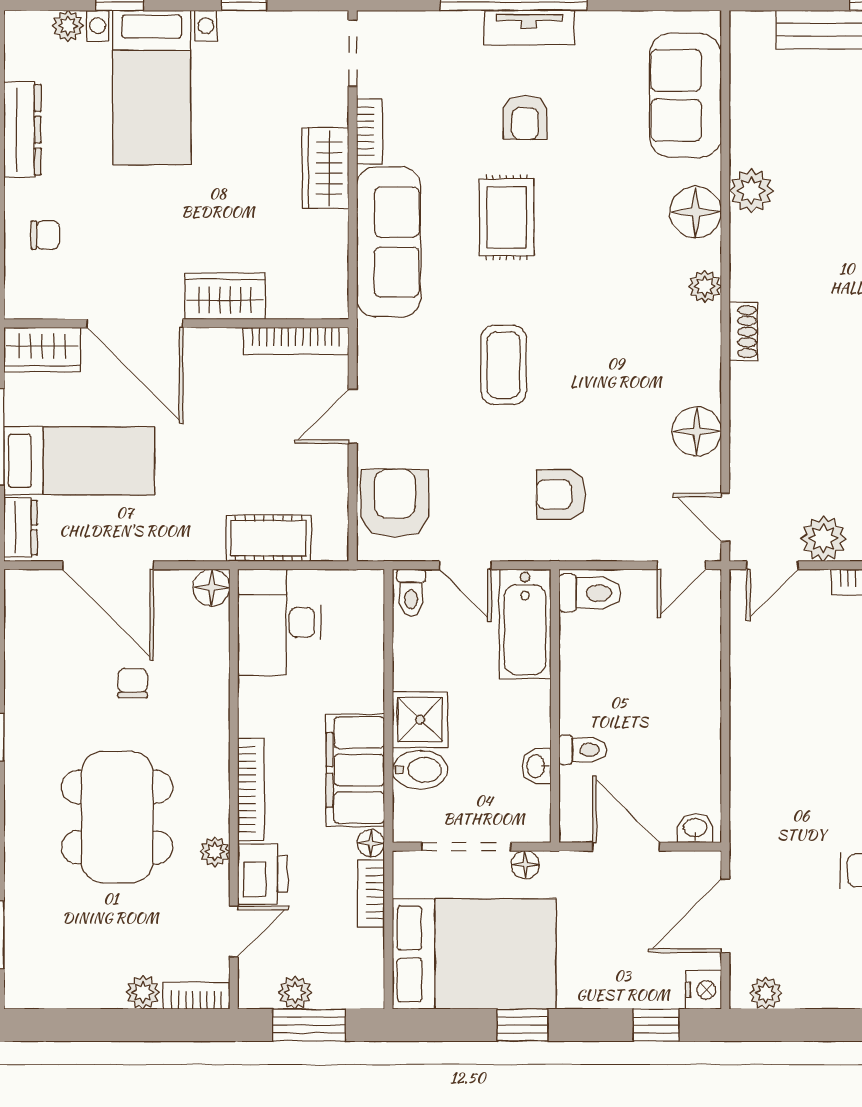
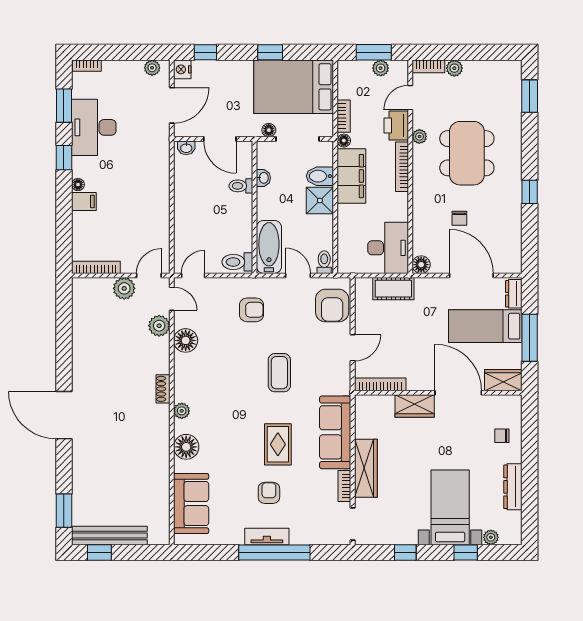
wardrobe: (325, 168) -> (366, 468), width x1.50
plant: (751, 191) -> (159, 326), moved

